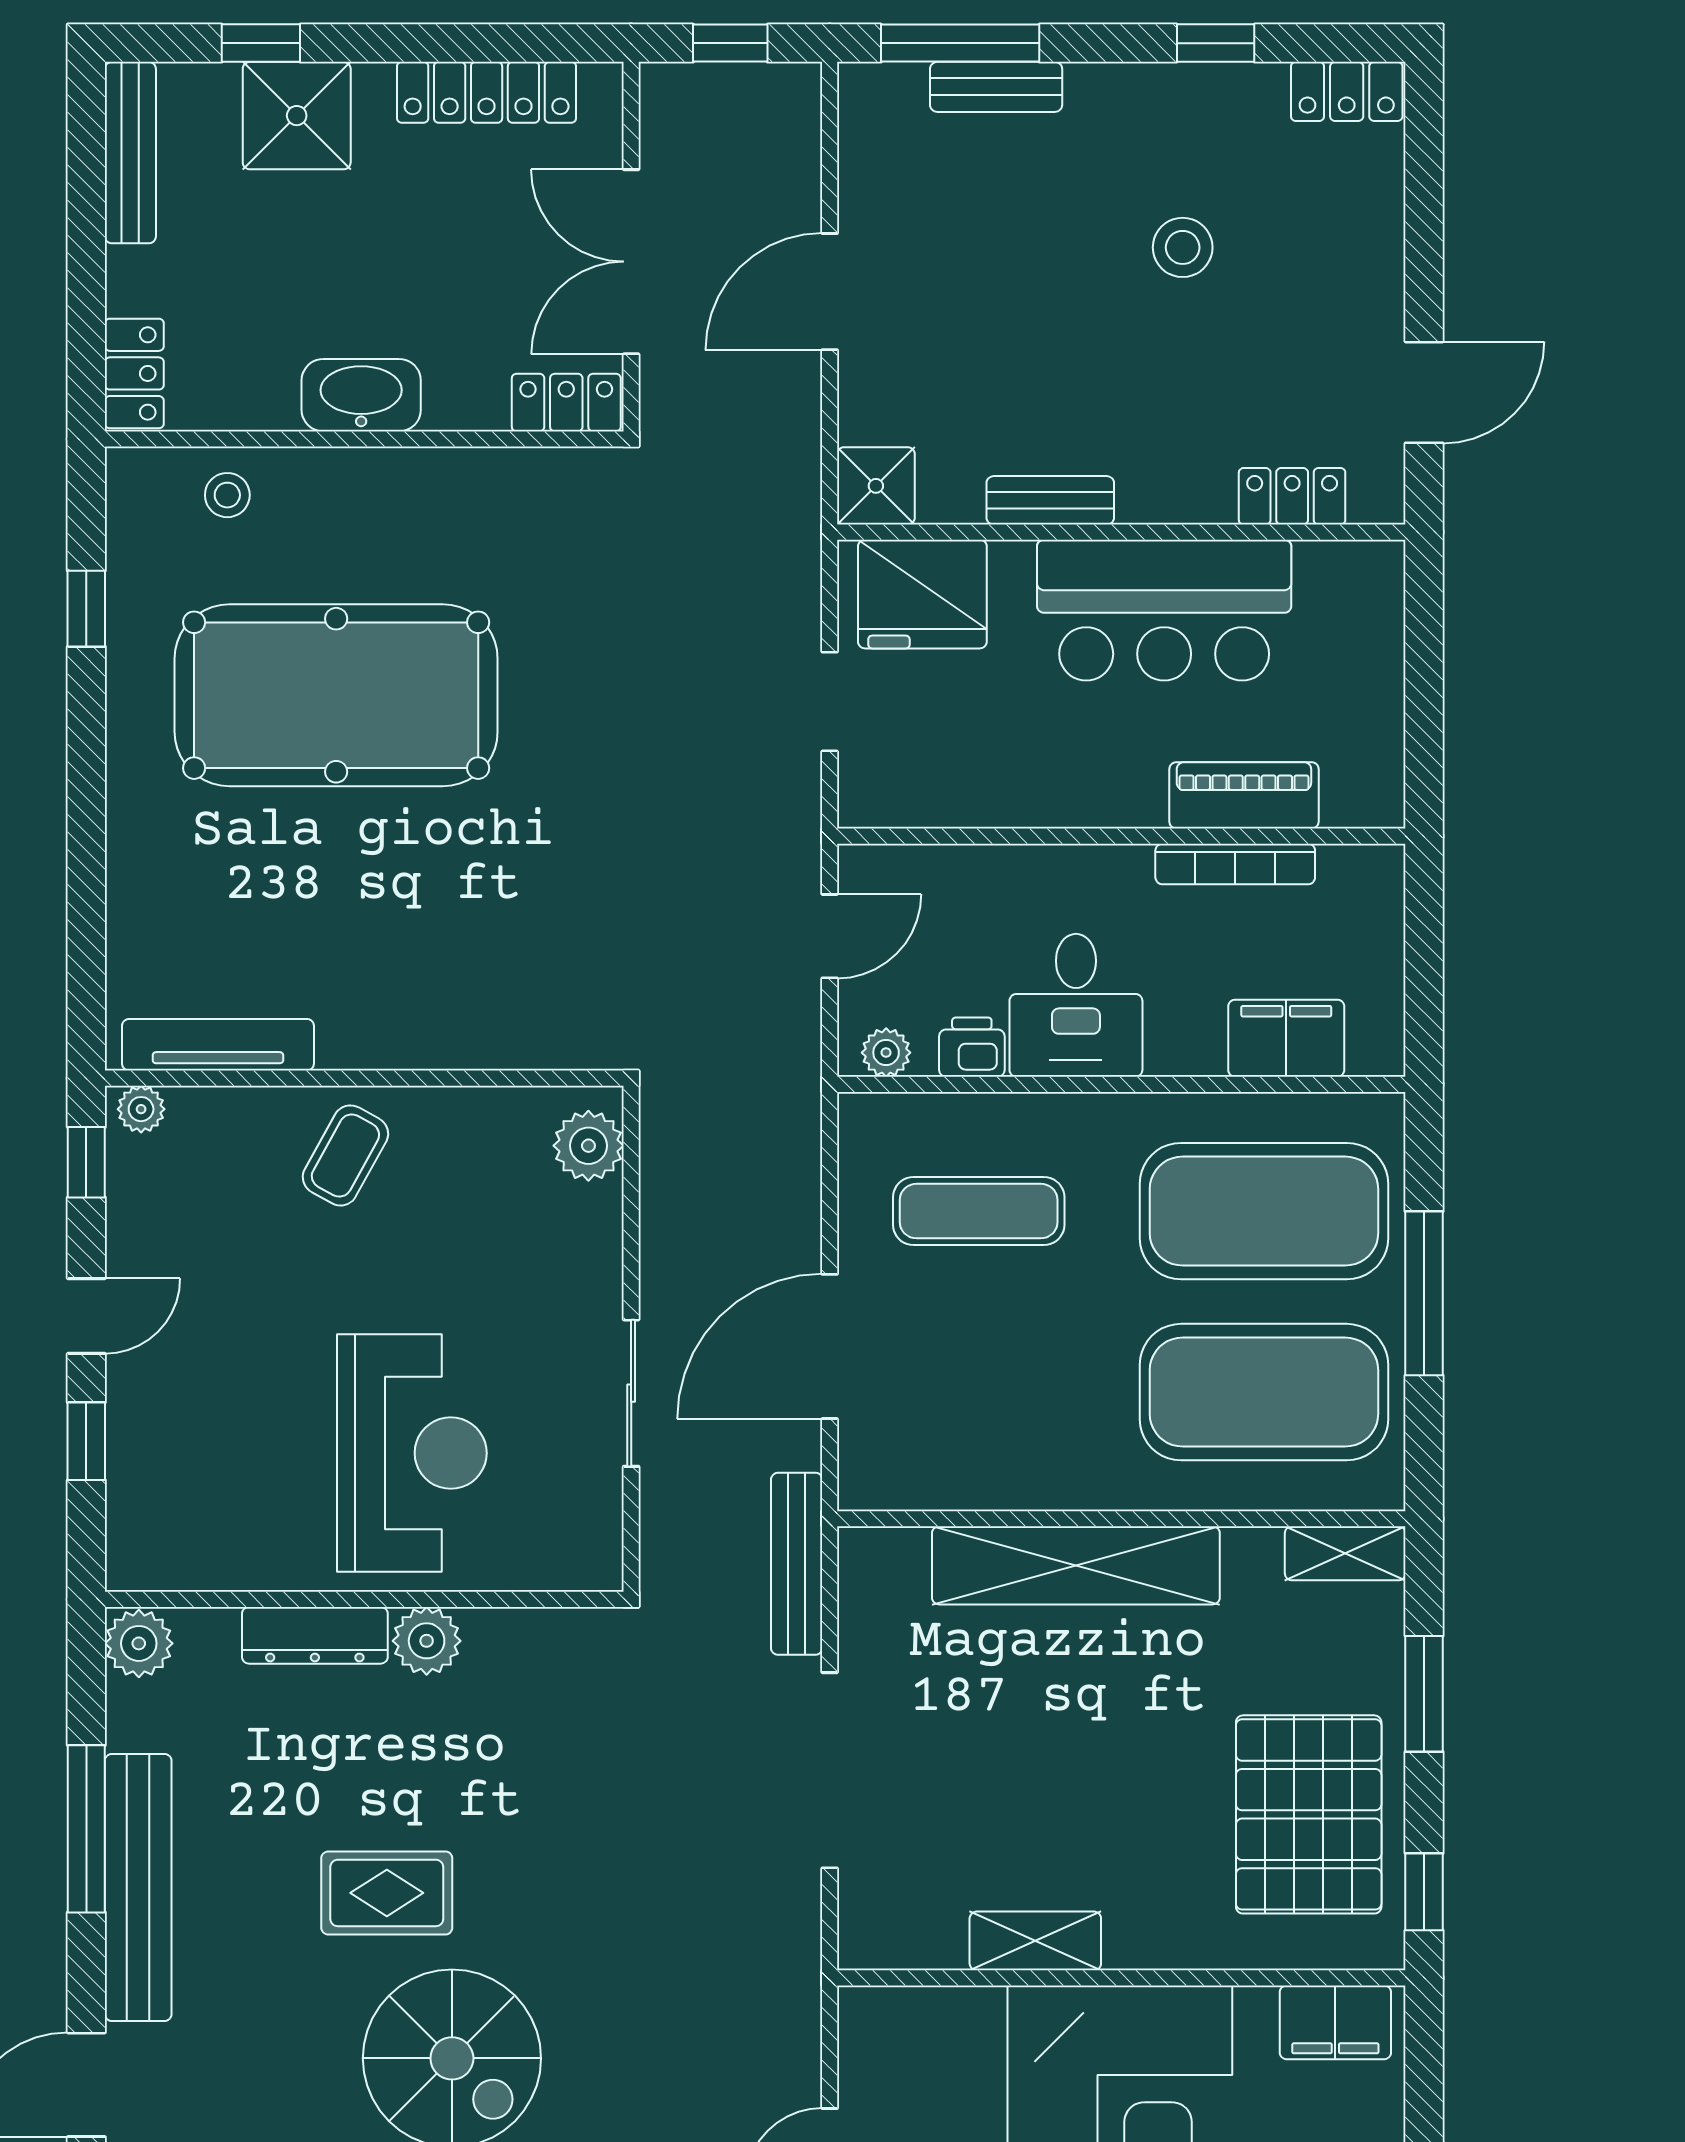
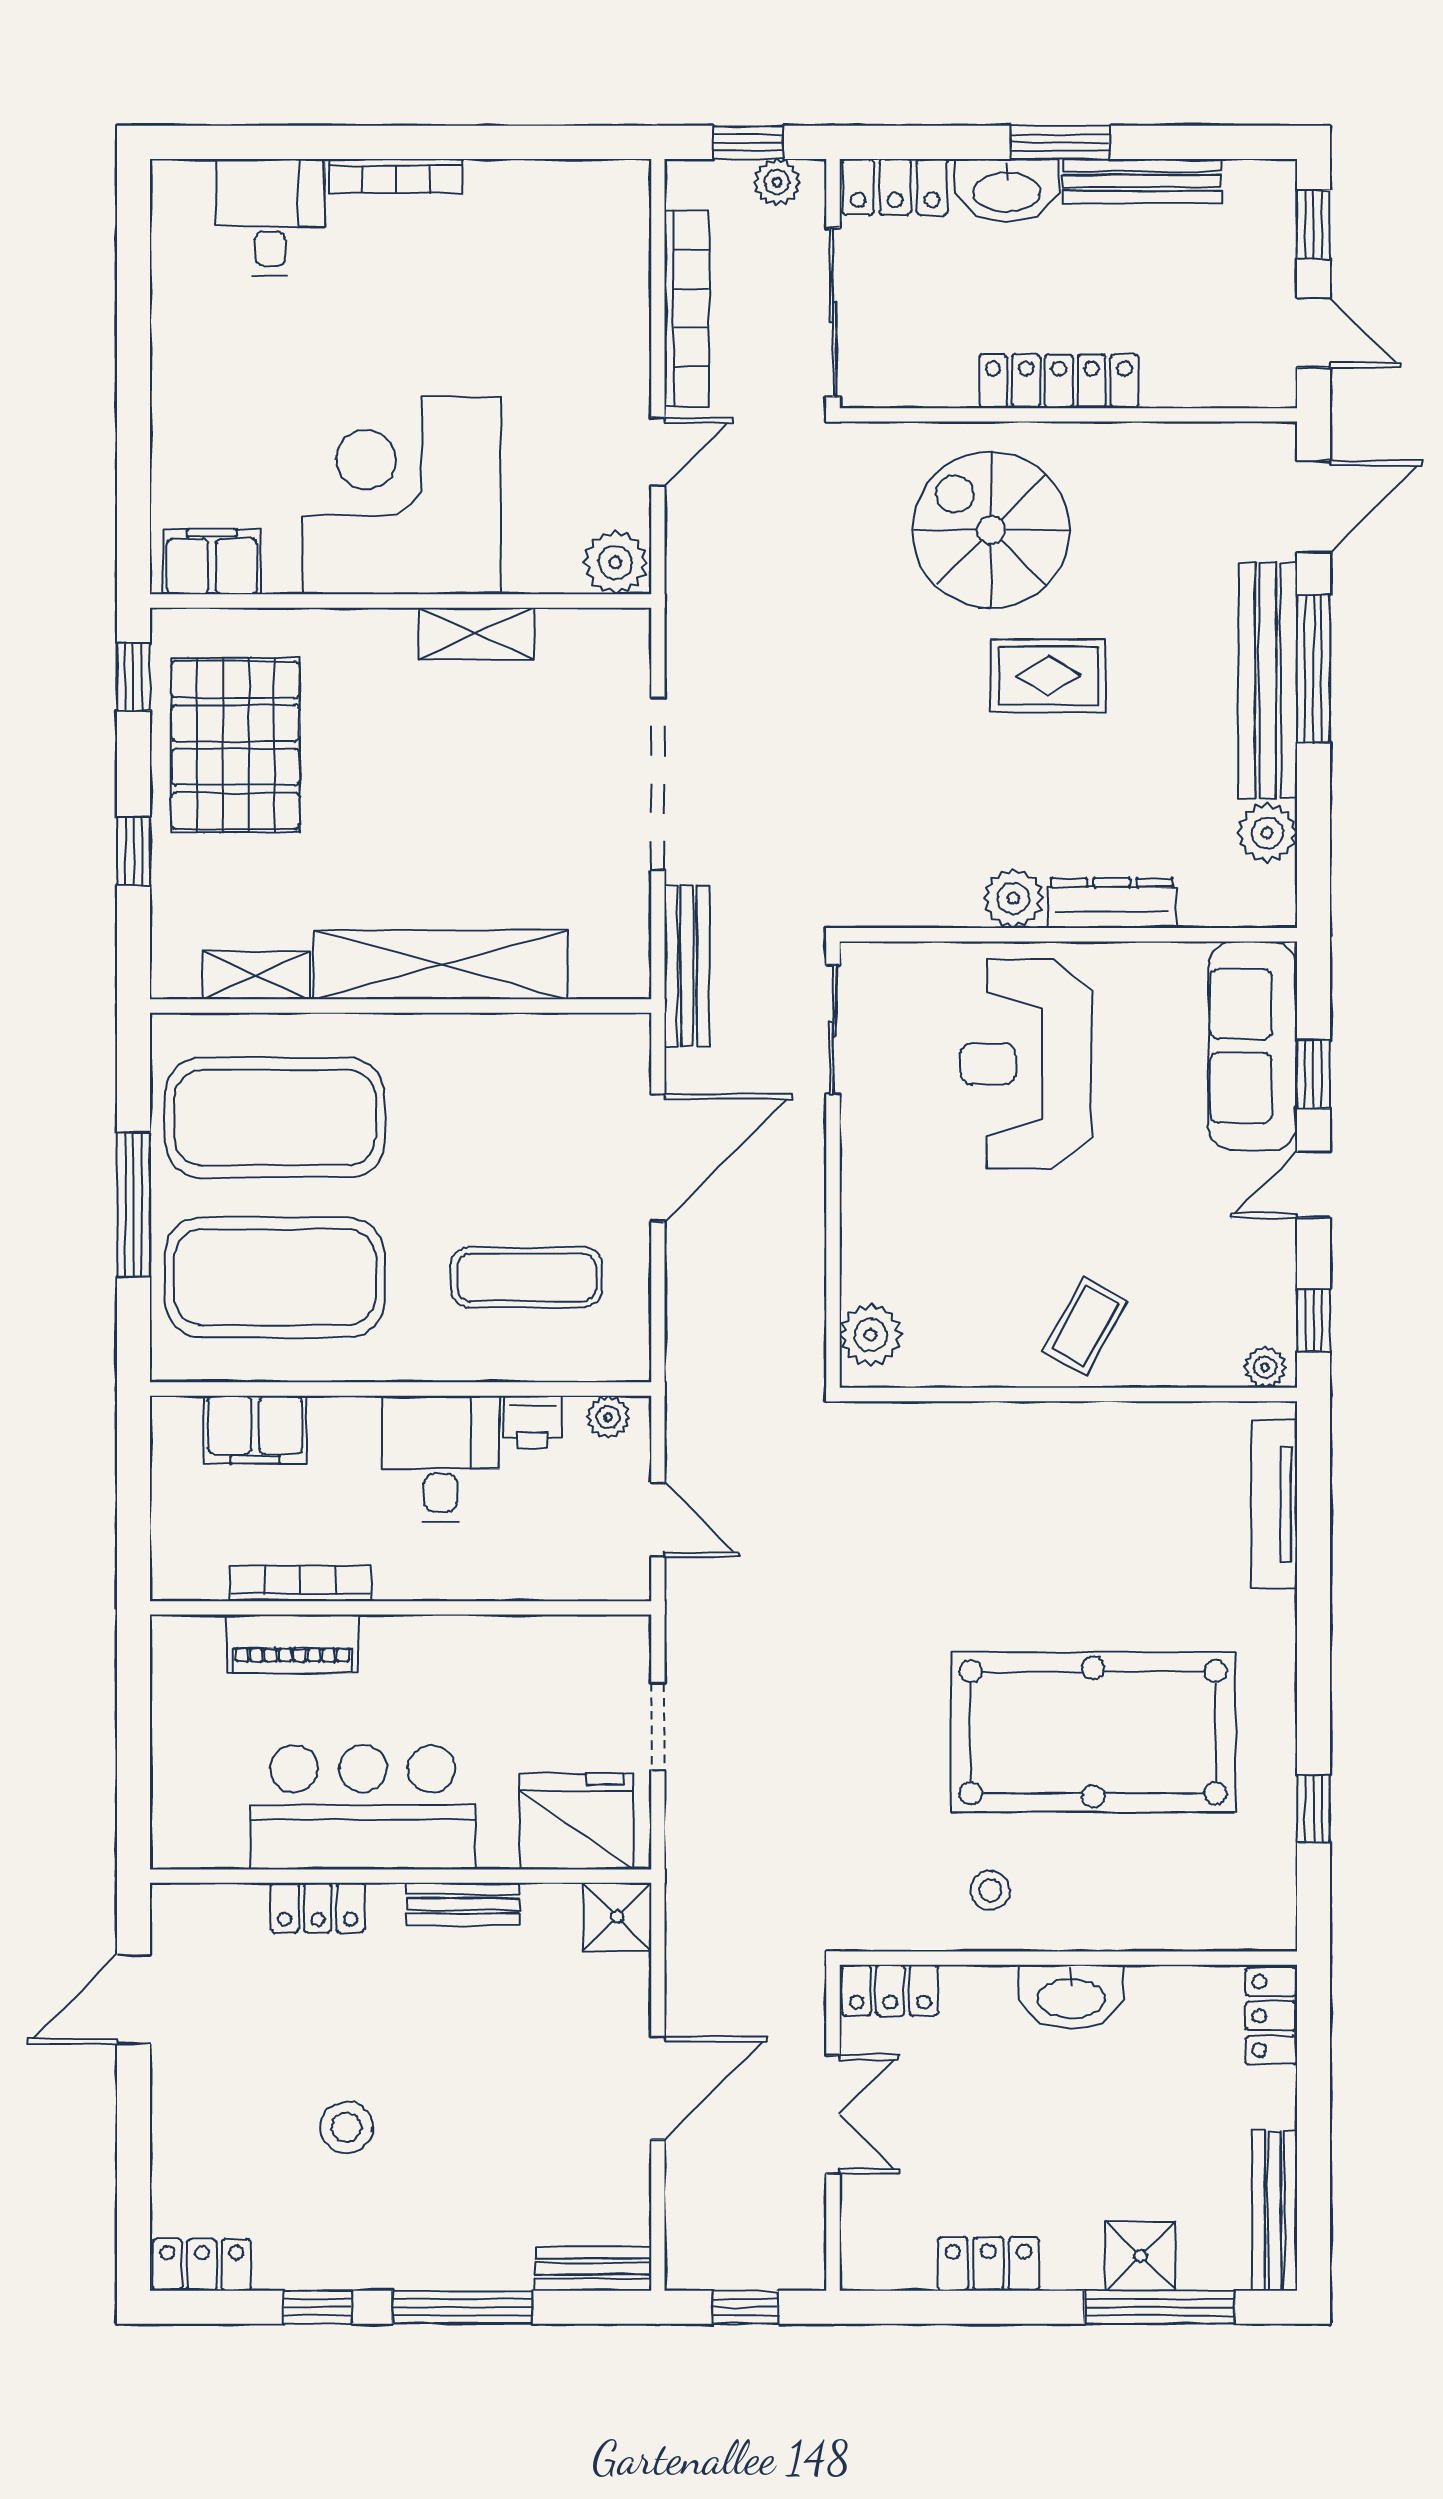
window: (261, 43) -> (1159, 2307), width x2.17
window: (960, 43) -> (463, 2307), moved
bench: (996, 87) -> (593, 2269), moved
locker: (487, 92) -> (989, 2264), width x0.66
shower: (297, 116) -> (1141, 2256), width x0.73, depth x0.73
double door: (631, 262) -> (833, 2114), width x0.73
stool: (227, 495) -> (990, 1890), moved
locker: (1292, 496) -> (318, 1908), moved
door: (830, 936) -> (658, 1520), swing flipped
tv unit: (218, 1045) -> (1274, 1504), moved, turned 90
sliding door: (631, 1393) -> (833, 1029), moved
sofa: (155, 1473) -> (1253, 1046), added
shelving: (1345, 1553) -> (256, 975), moved
plant: (139, 1643) -> (1267, 833), moved
window: (1424, 1694) -> (134, 851), width x0.67
window: (86, 1829) -> (1313, 669), moved
plant: (878, 2022) -> (615, 562), added

